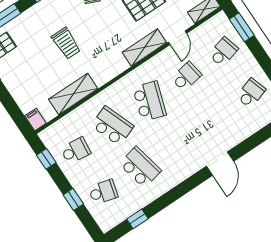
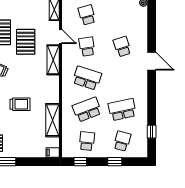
school desk: (251, 93) -> (122, 46), moved

